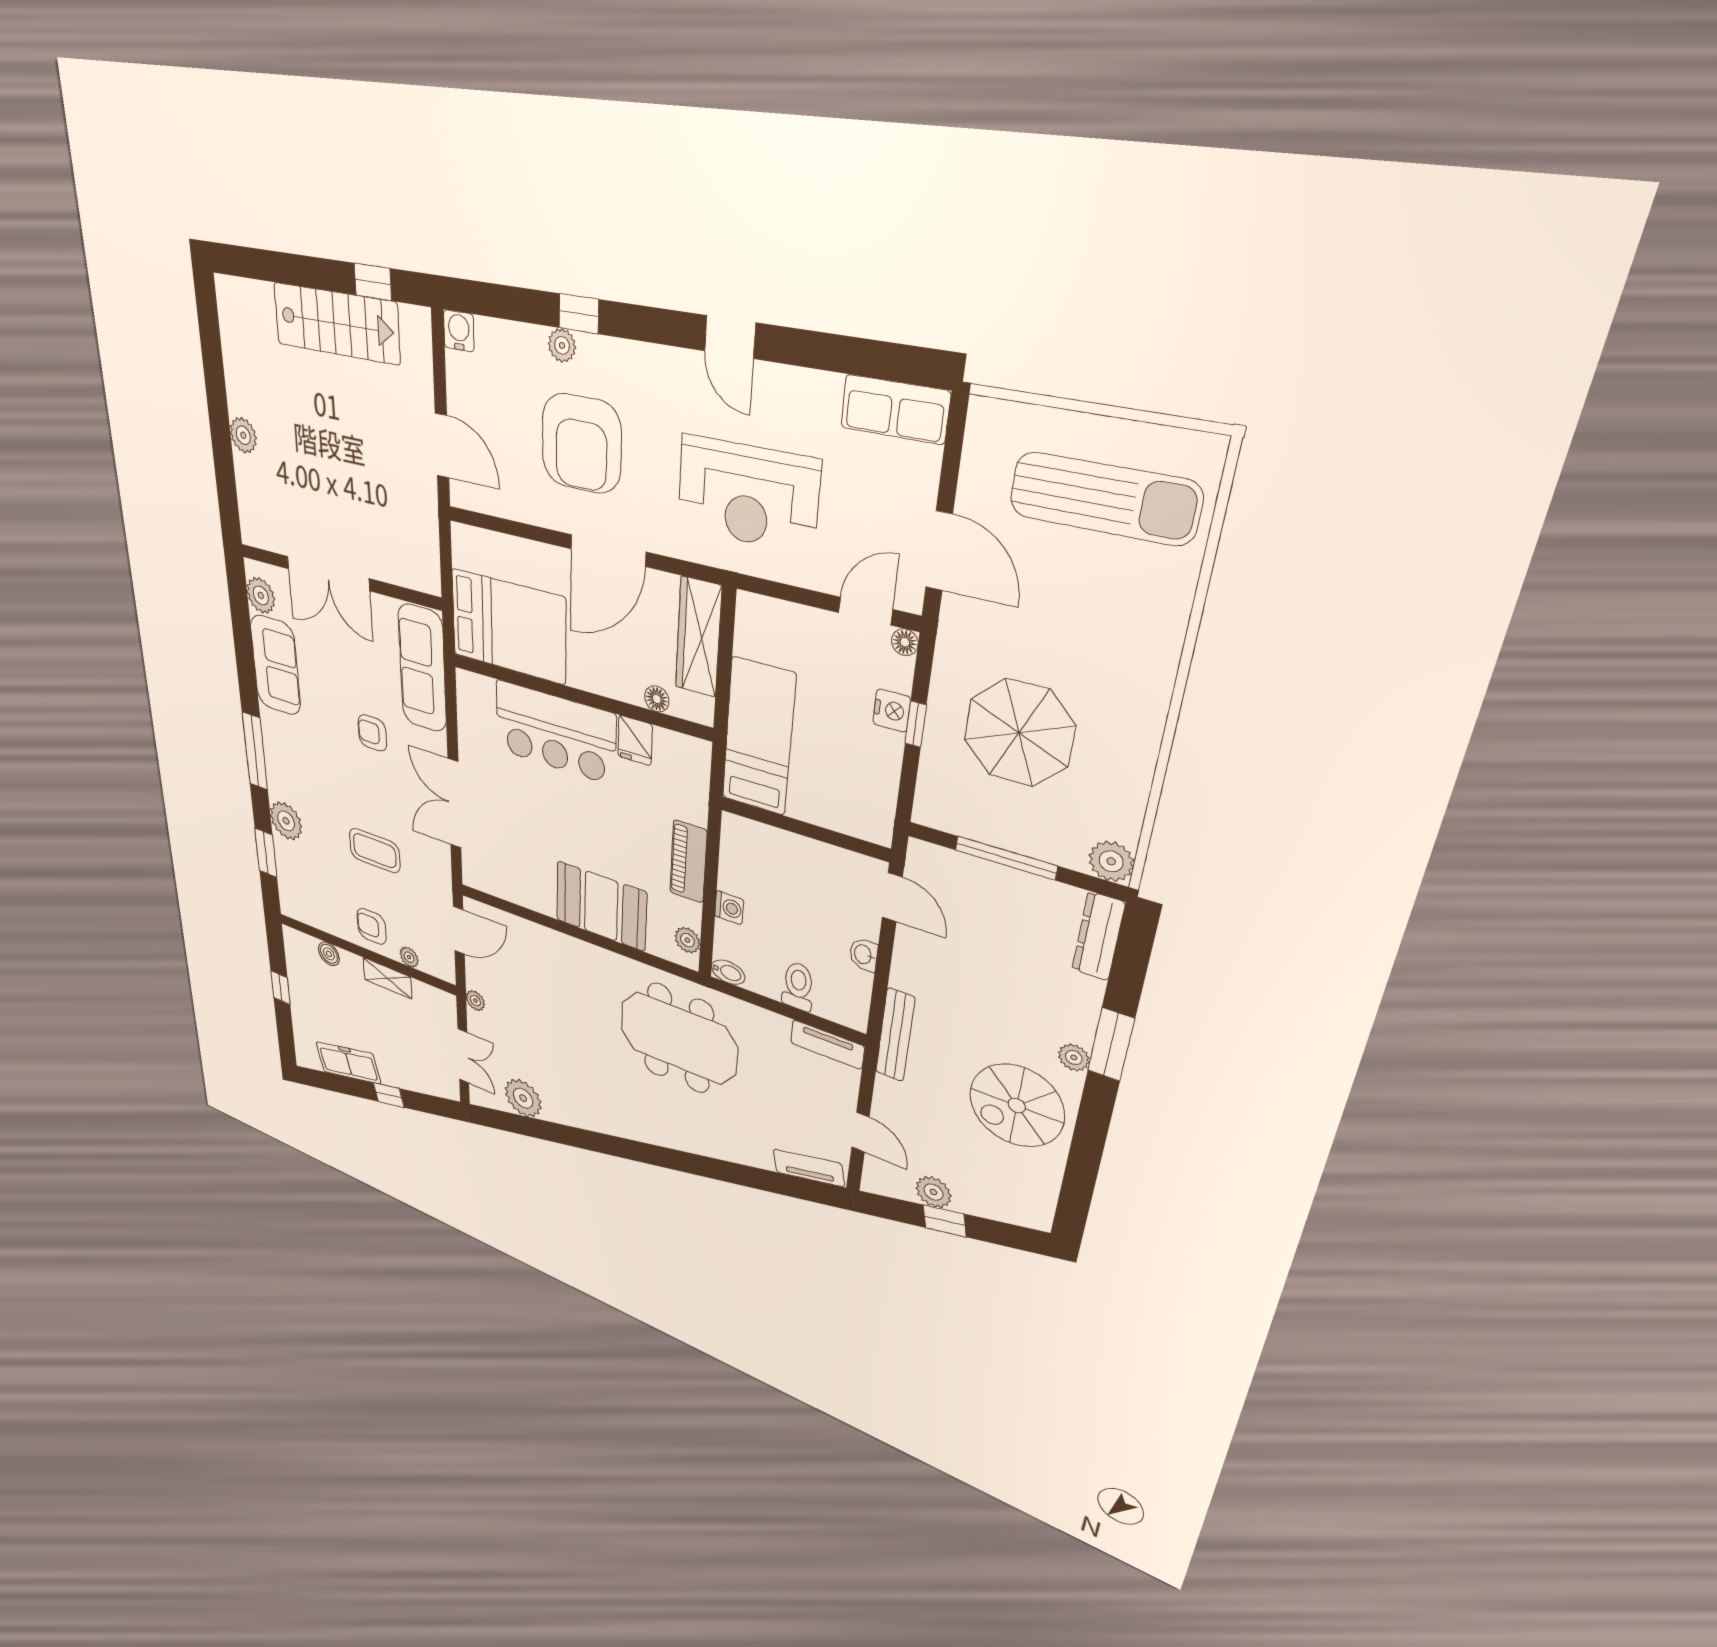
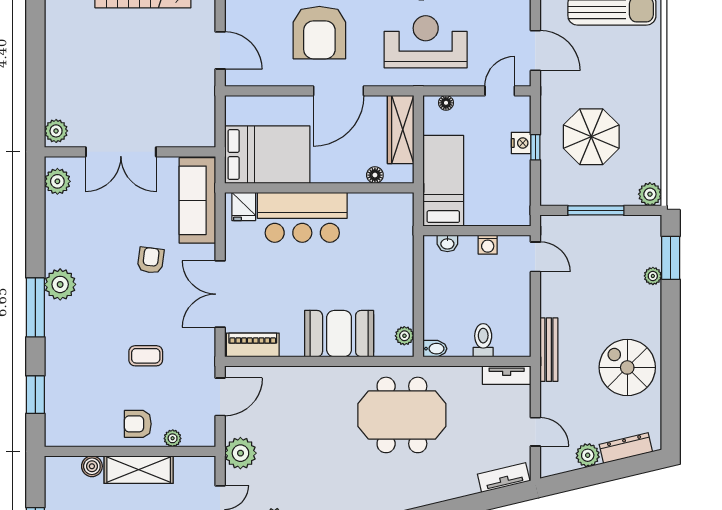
plant: (243, 435) -> (56, 131), moved
reception desk: (747, 494) -> (426, 42), turned 180
floor lamp: (905, 642) -> (446, 103), moved
sofa: (275, 665) -> (65, 232), removed
armchair: (372, 733) -> (151, 260), turned 97
fridge: (635, 740) -> (244, 206), moved
plant: (286, 821) -> (60, 284), moved
coffee table: (375, 851) -> (146, 356), width x0.73, depth x0.77
piano: (688, 862) -> (253, 345), moved, turned 90
washing machine: (729, 908) -> (488, 245), moved, turned 90
dresser: (1098, 936) -> (626, 448), moved, turned 77
washbasin: (864, 955) -> (447, 243), moved, turned -90
shelving: (387, 978) -> (139, 470), width x1.50, depth x1.33
plant: (475, 1001) -> (240, 453), width x1.88, depth x1.88
window: (1111, 1045) -> (671, 258), moved
plant: (1074, 1058) -> (653, 276), moved
spiral stairs: (1017, 1106) -> (627, 367), turned 90
window: (945, 1221) -> (598, 474), removed

